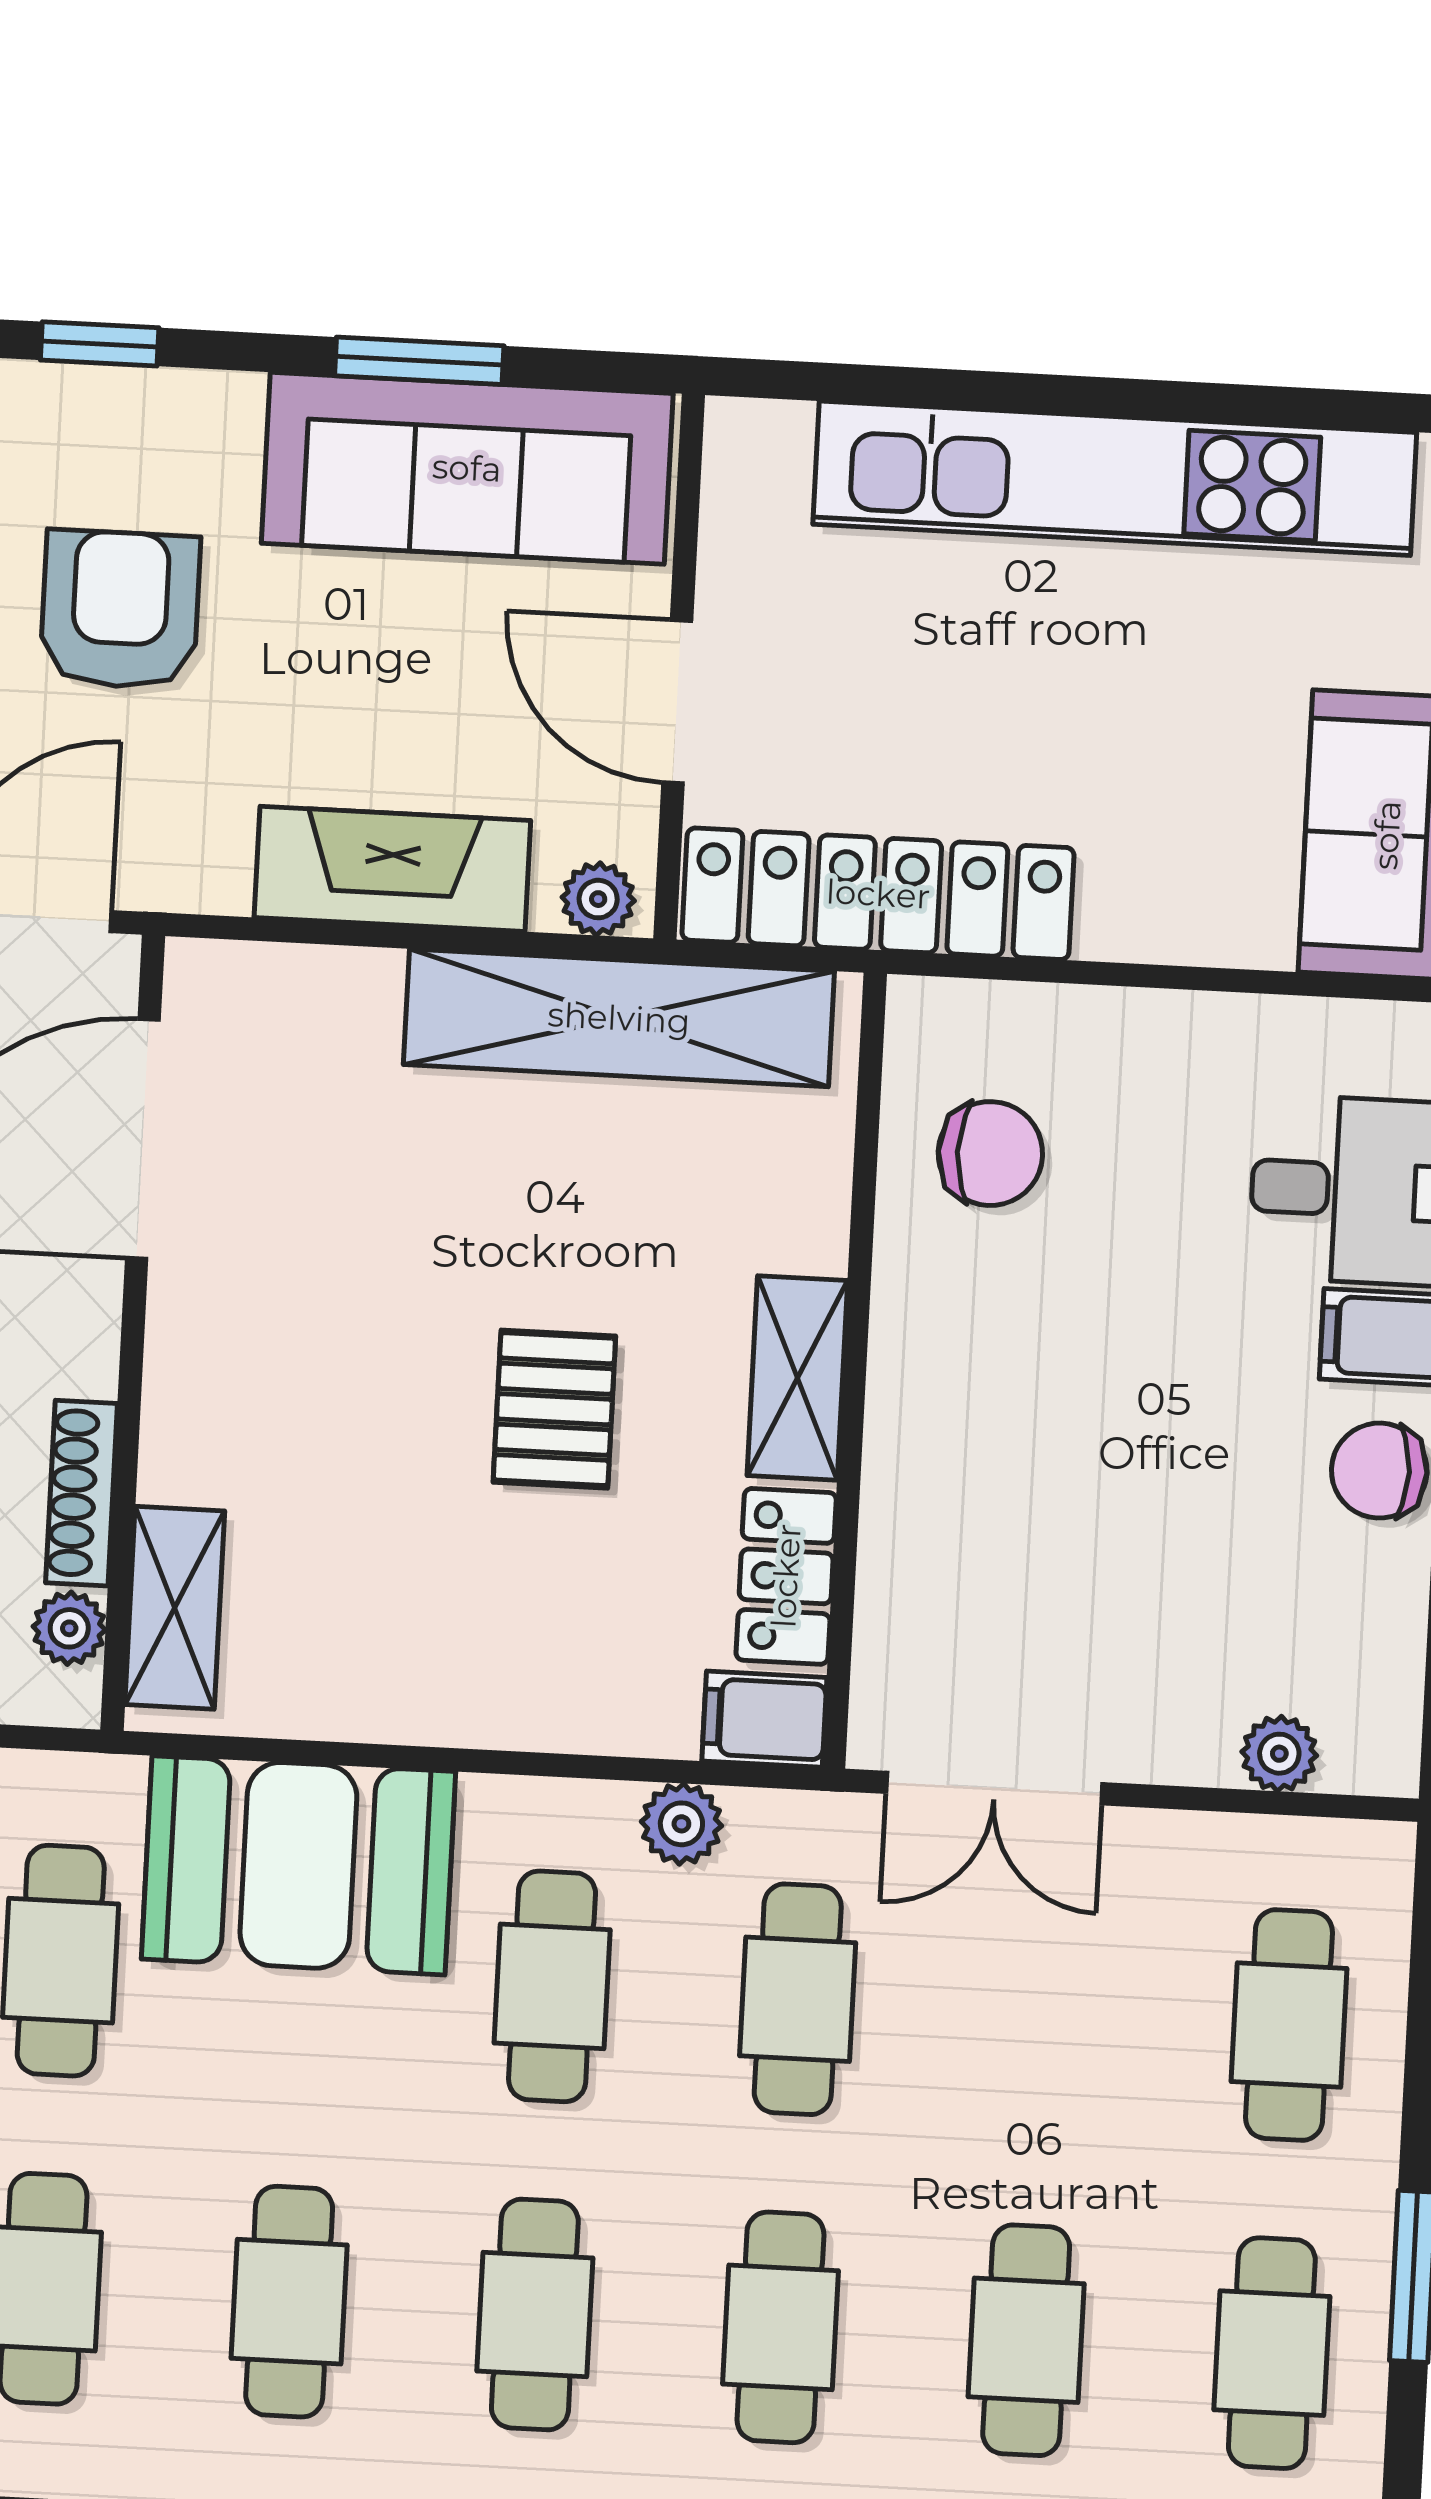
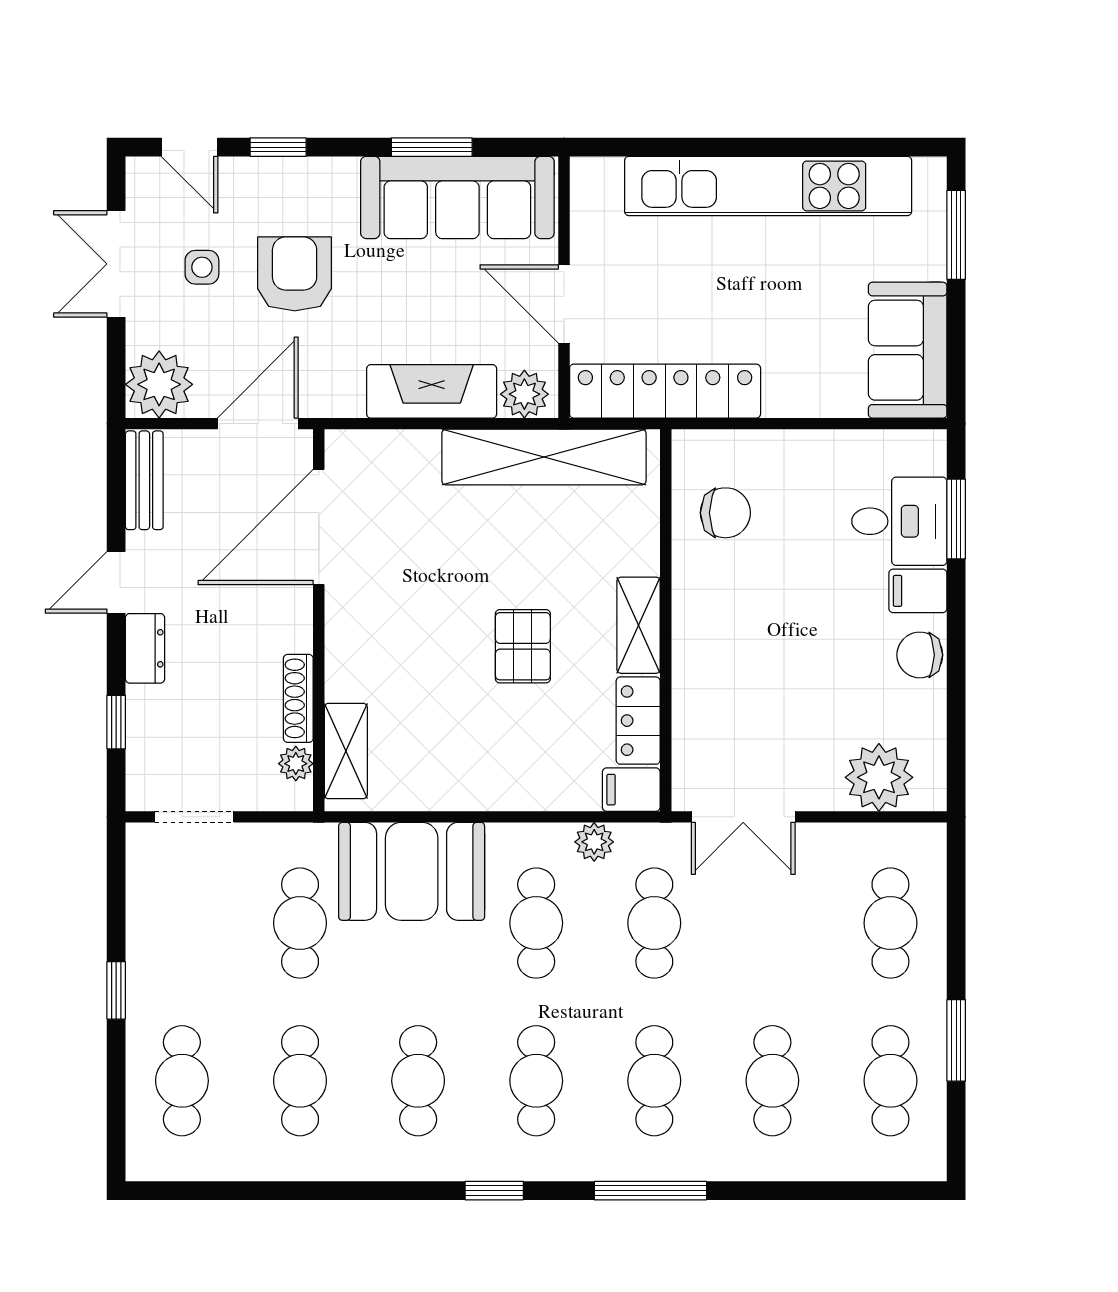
plant: (598, 899) -> (524, 394), width x1.38, depth x1.38
plant: (1279, 1754) -> (879, 777), width x1.88, depth x1.88

